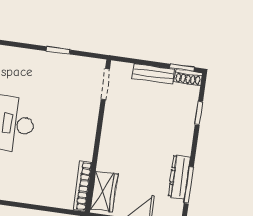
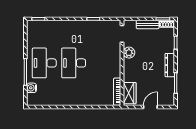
plant: (113, 119) -> (129, 53), added
dresser: (179, 177) -> (170, 65), moved

